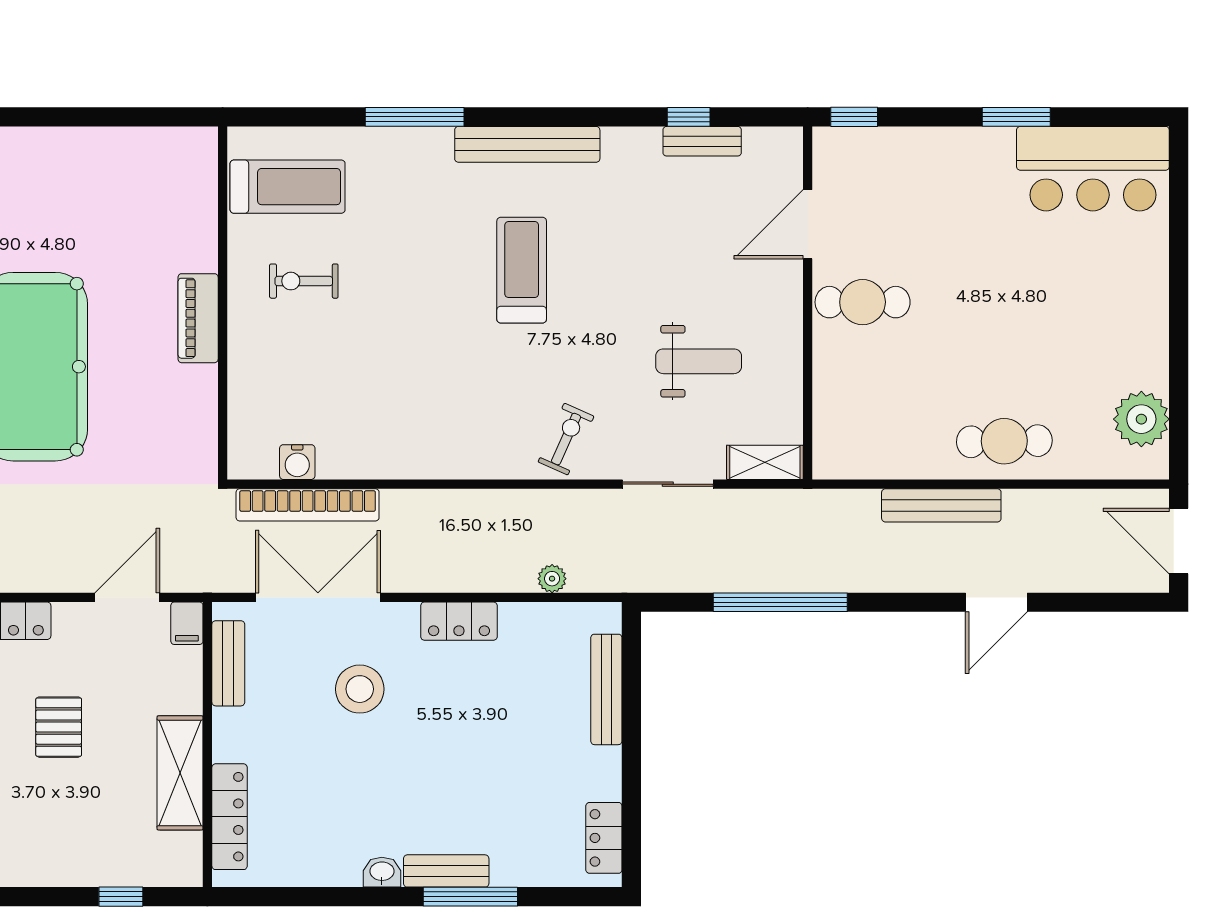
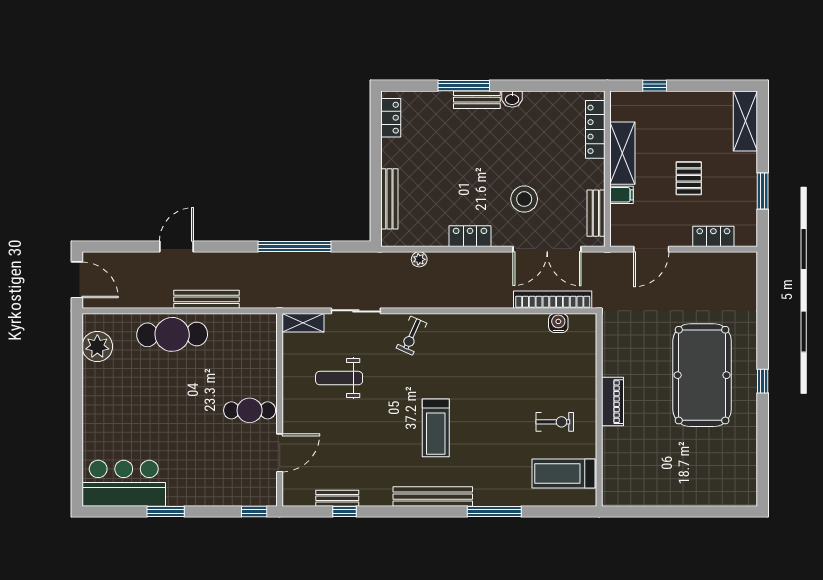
cafe table: (1004, 441) -> (172, 334), width x1.37, depth x1.35
filing cabinet: (187, 623) -> (622, 195), moved, turned 90

